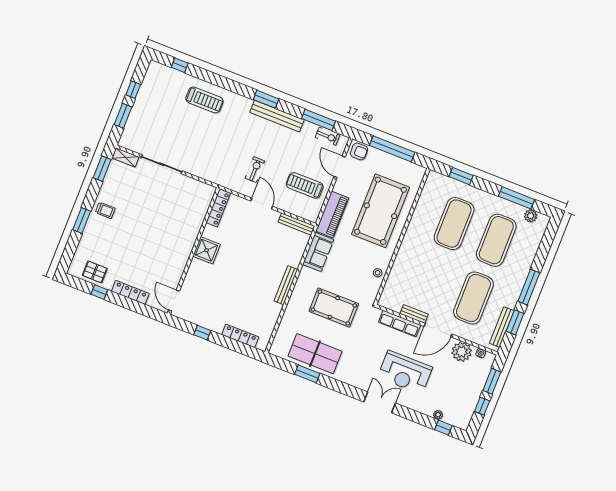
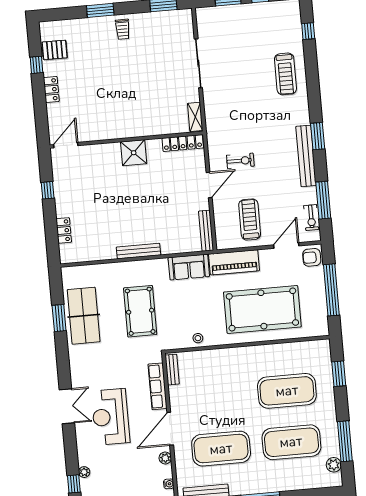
armchair: (359, 151) -> (312, 257), turned 90
shelving: (125, 157) -> (195, 117), moved
pallet: (95, 272) -> (55, 50), turned 90
locker: (130, 292) -> (51, 89), width x0.66
bench: (414, 314) -> (172, 370), moved
door: (438, 330) -> (170, 429), hinge flipped
locker: (240, 336) -> (64, 230), width x0.66
plant: (462, 352) -> (165, 458), width x0.53, depth x0.53

